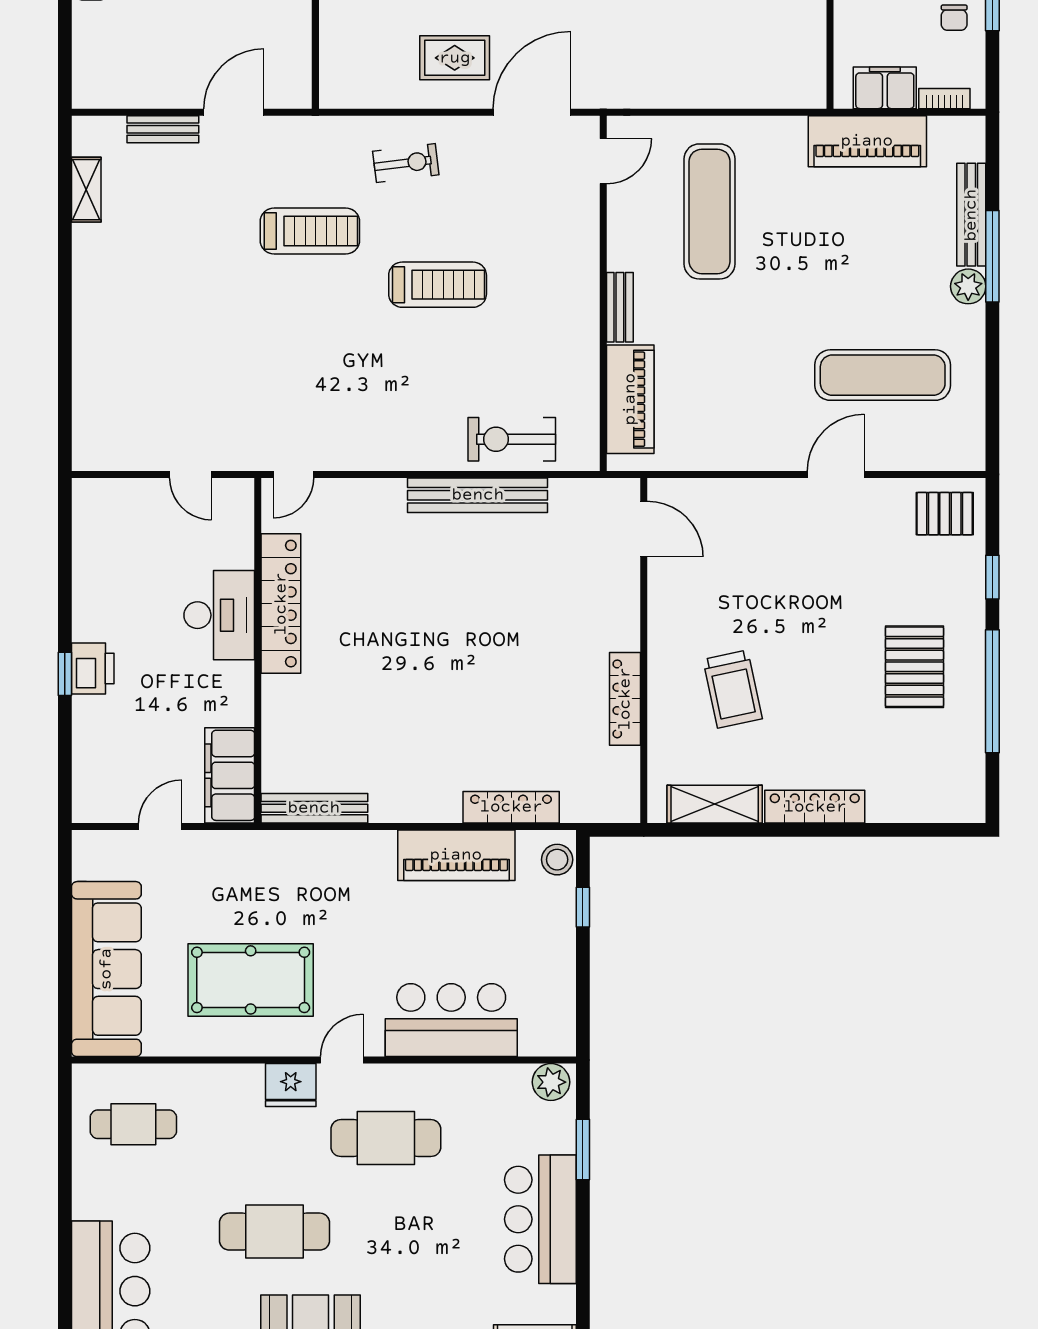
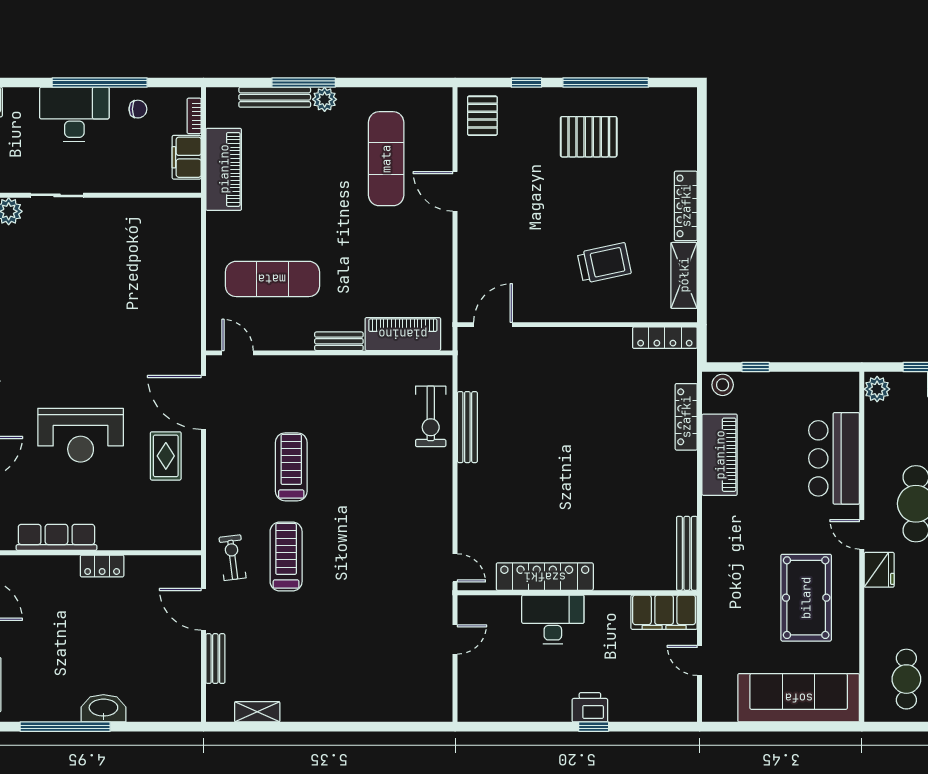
exercise bike: (406, 163) -> (232, 558), moved
treadmill: (438, 285) -> (291, 467), moved
bench: (478, 495) -> (467, 427), width x0.73, depth x0.82
locker: (625, 699) -> (665, 338), moved

